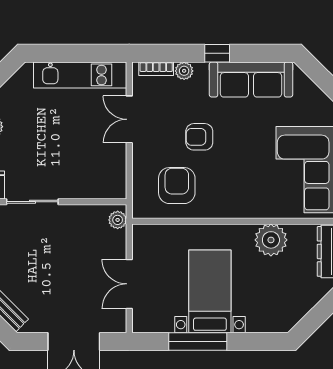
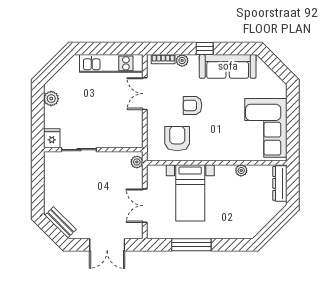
plant: (271, 240) -> (241, 170), width x0.53, depth x0.53
bed with nightstands: (210, 291) -> (190, 193), moved, turned 180

